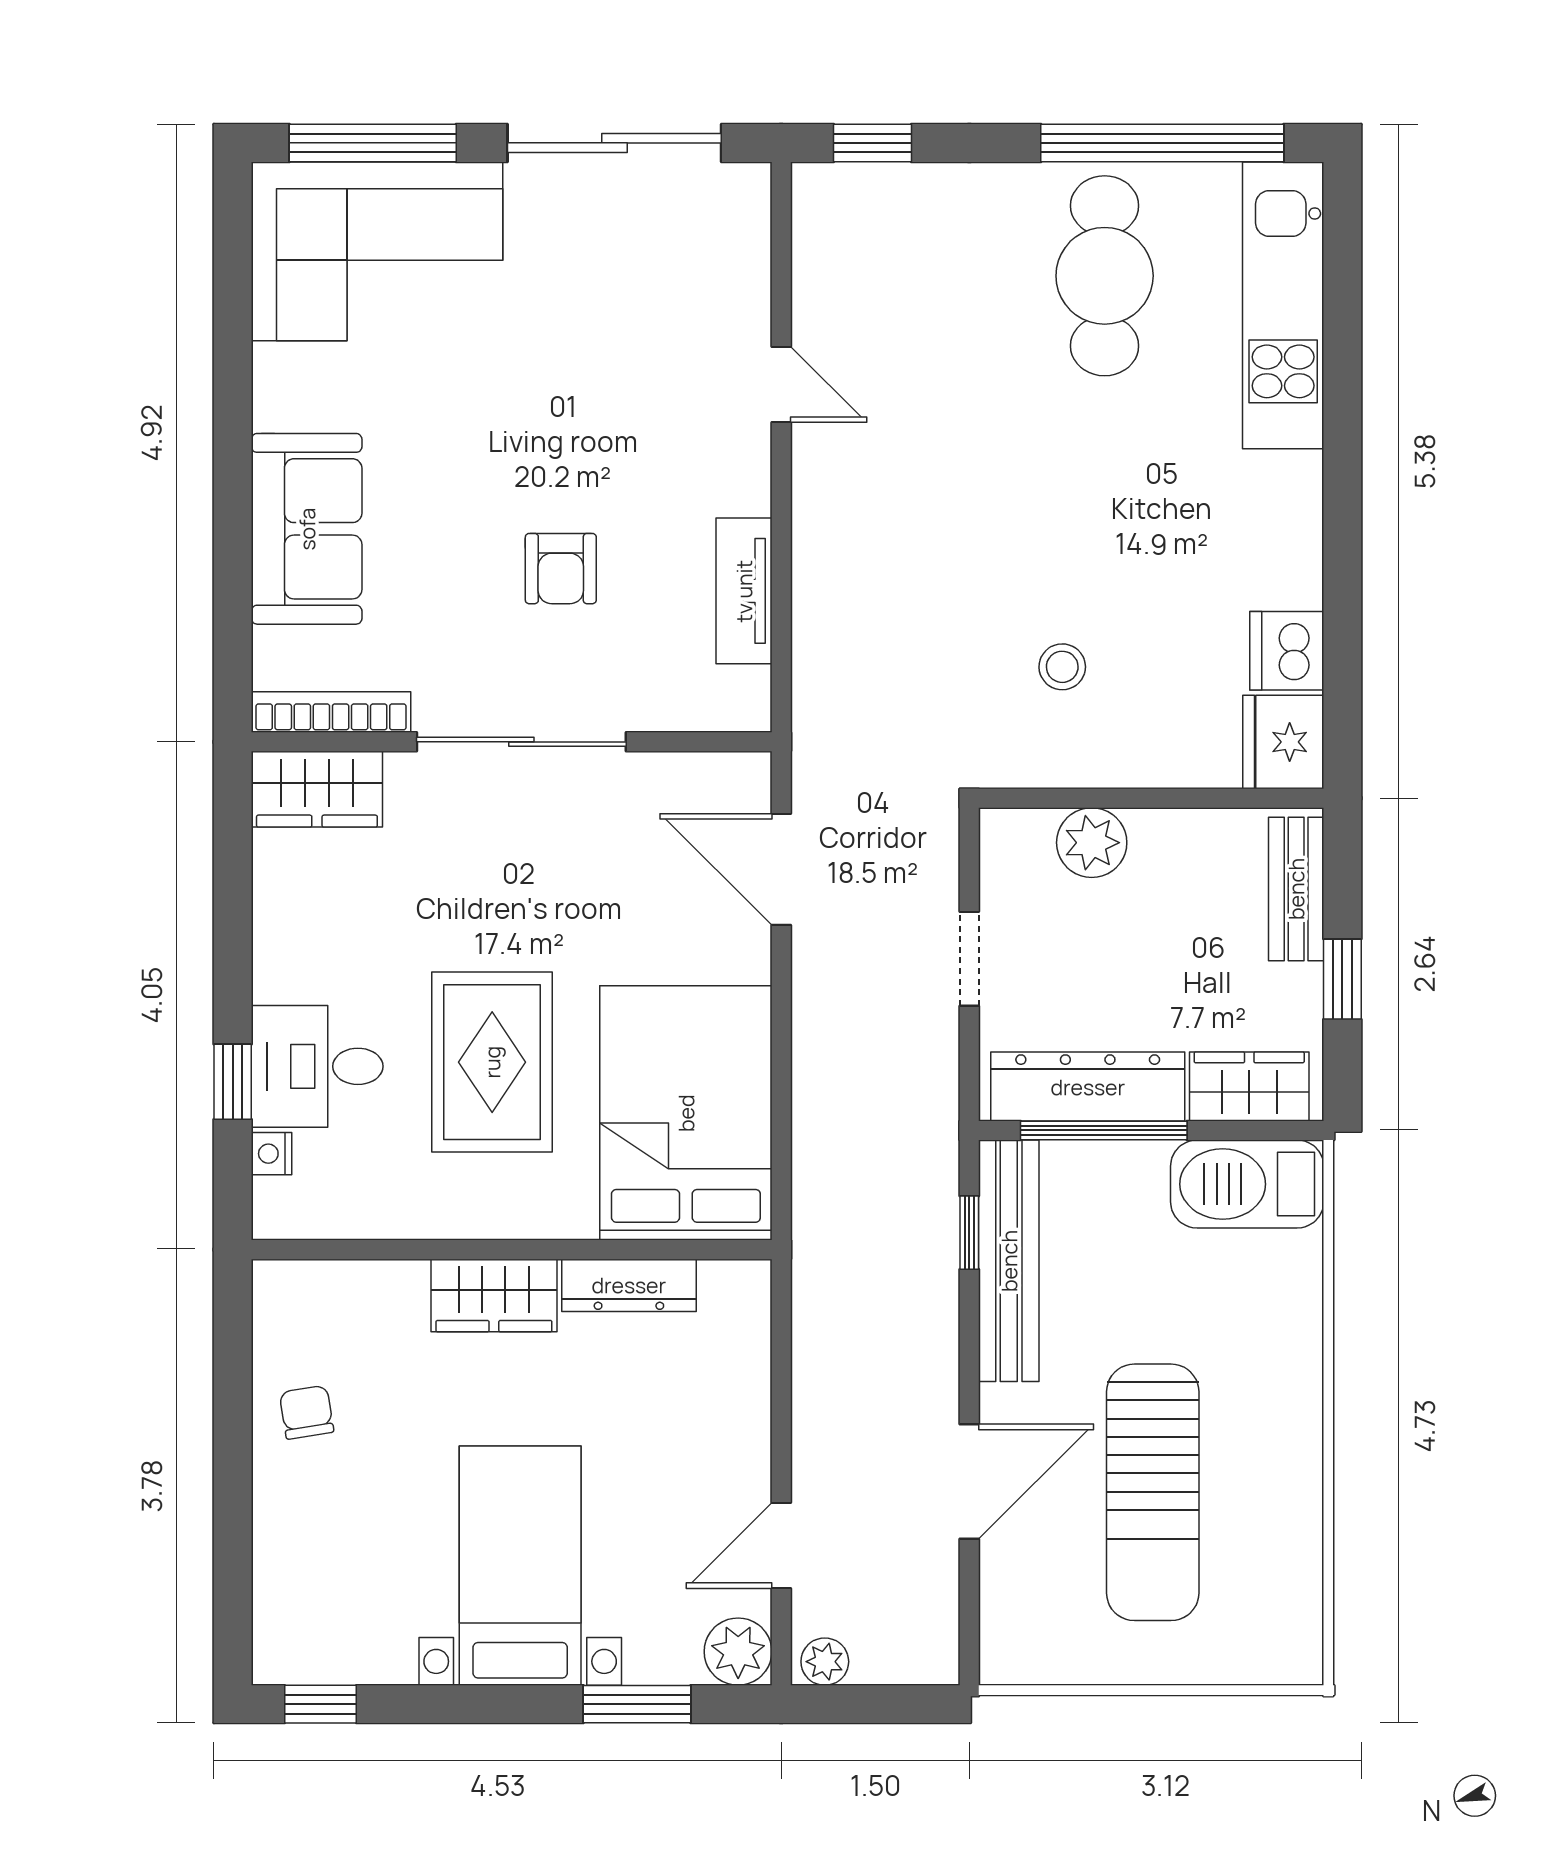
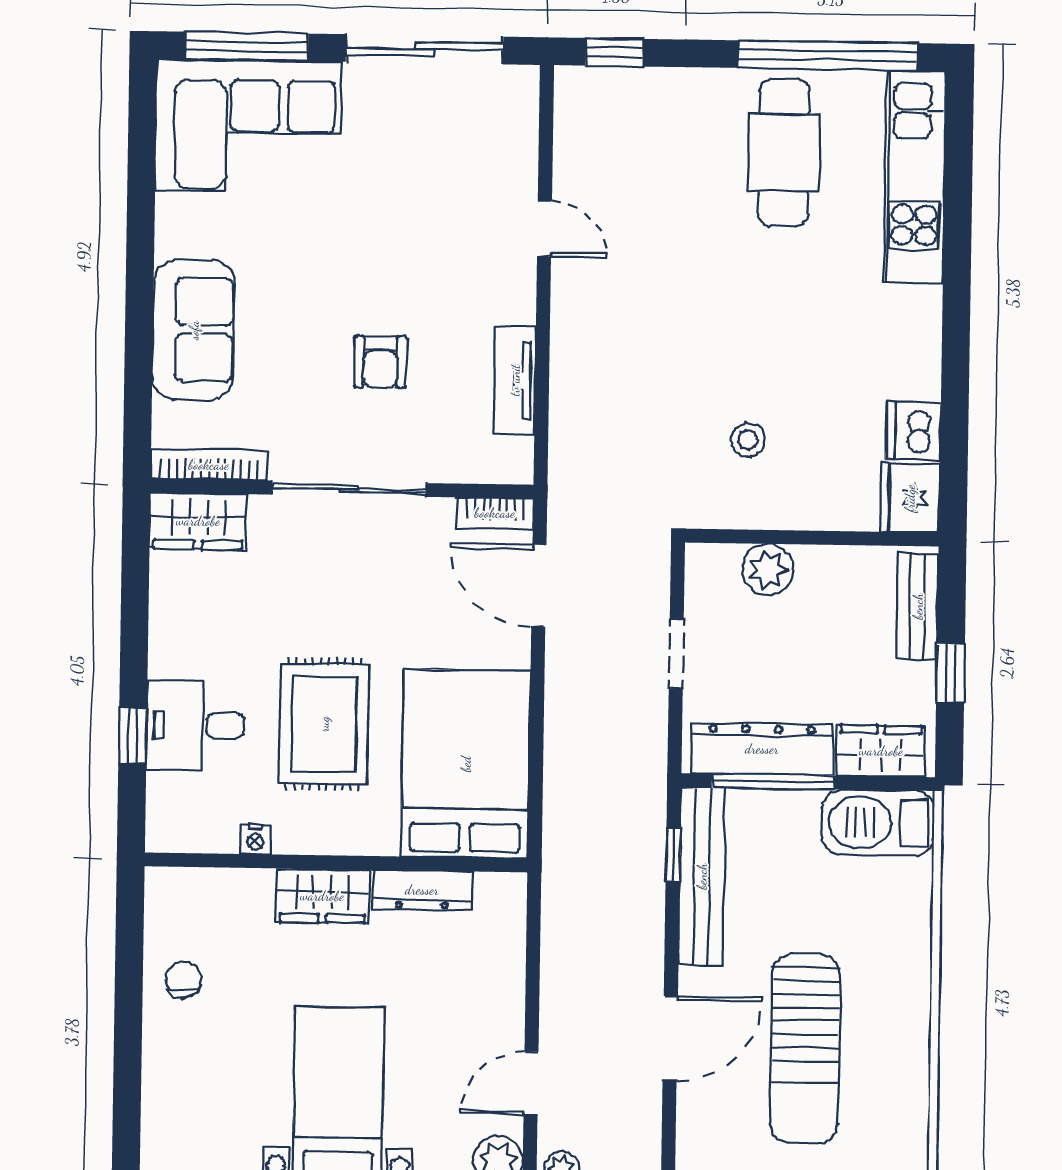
bookcase: (720, 772) -> (495, 513), added
nightstand: (272, 1154) -> (255, 839), moved, turned -90

